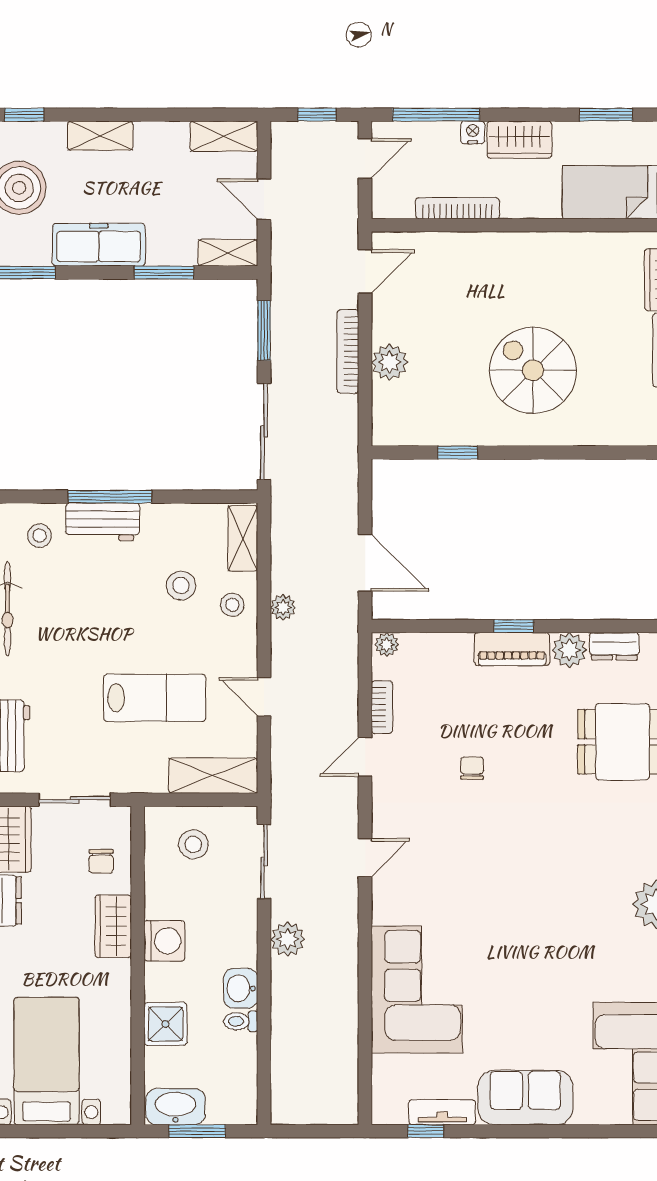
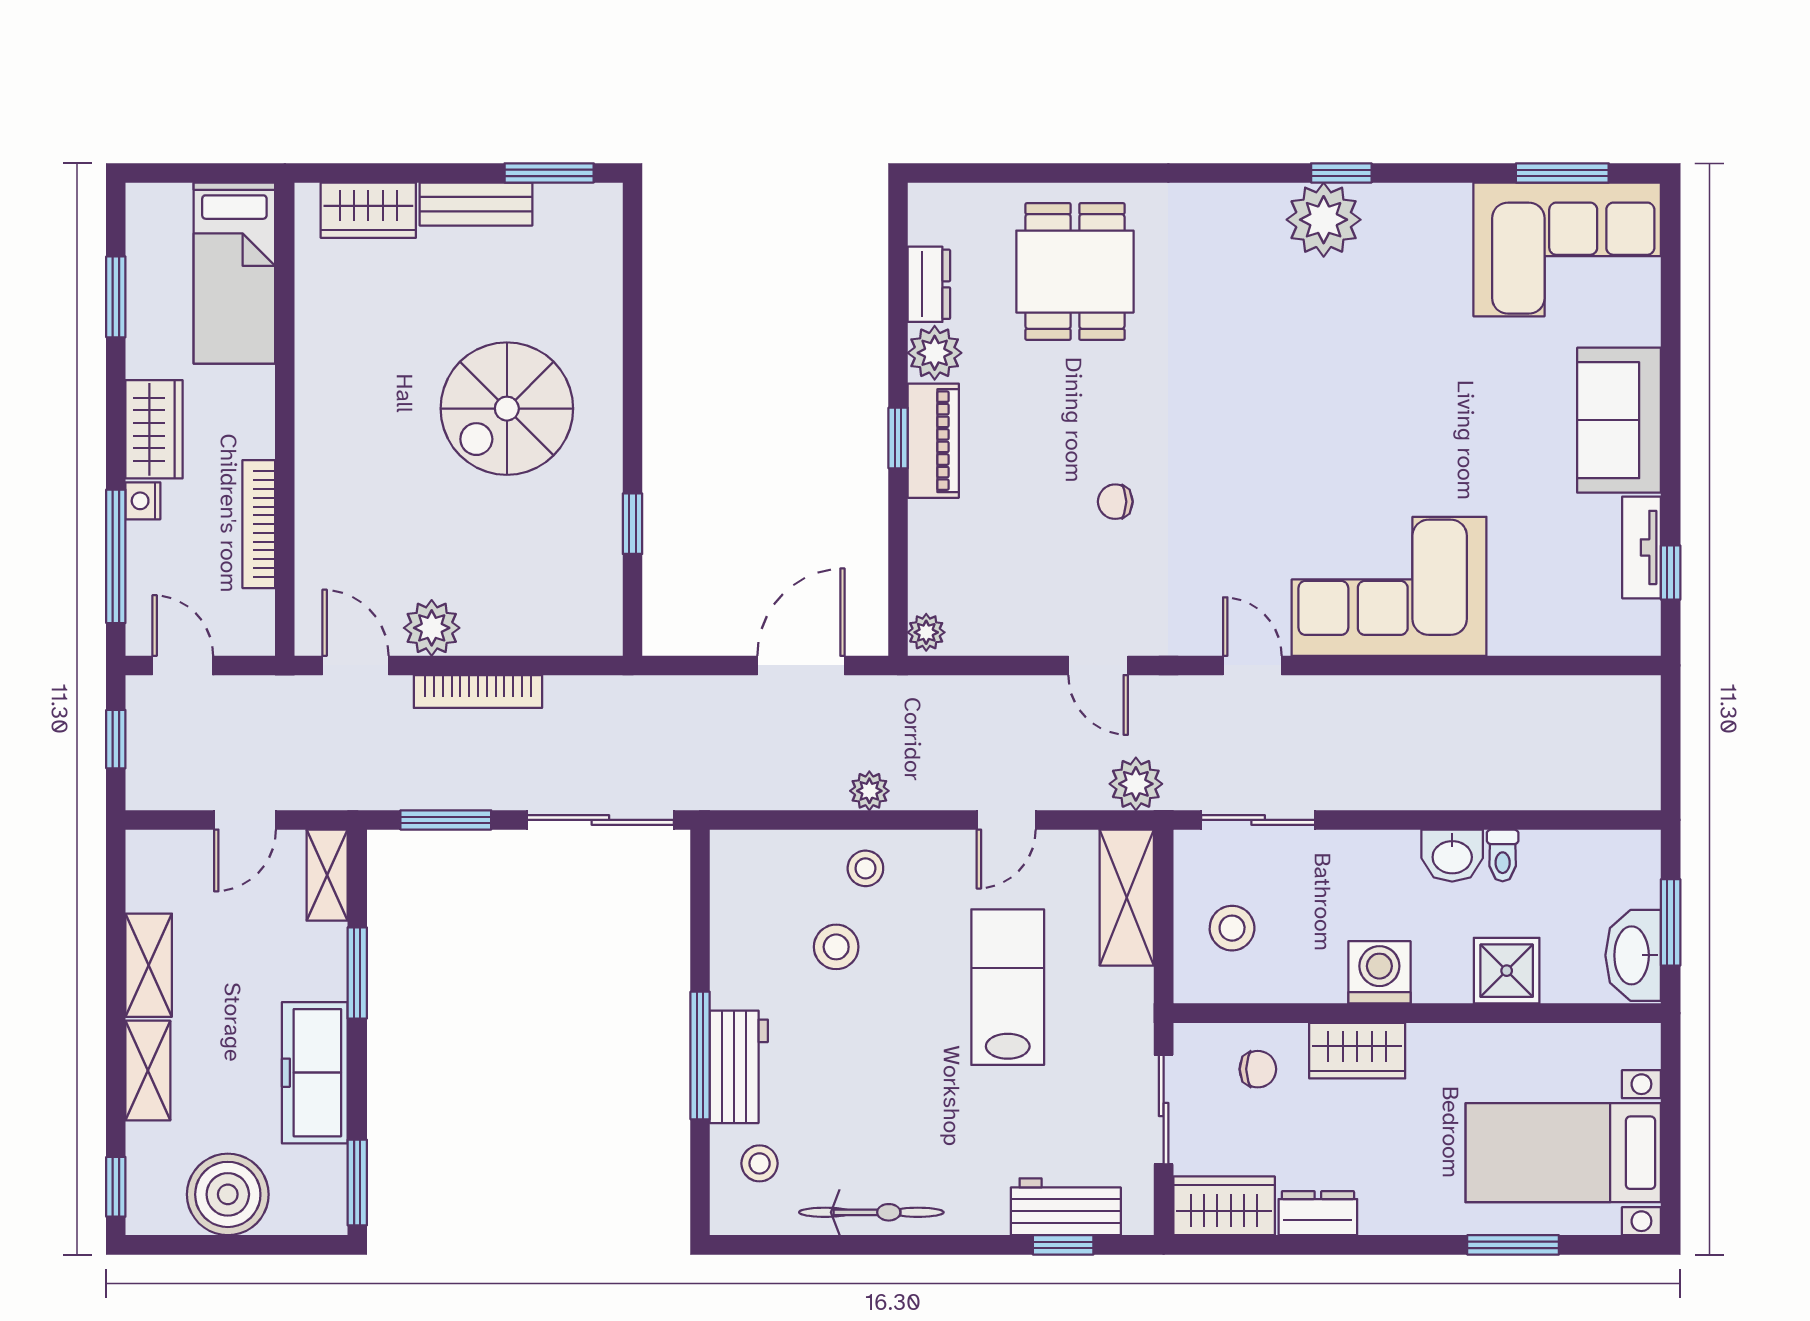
shelving: (224, 136) -> (149, 965), moved
plant: (390, 362) -> (432, 628), moved
shelving: (243, 538) -> (764, 852), removed
bookcase: (382, 707) -> (1022, 640), removed
plant: (288, 939) -> (1136, 784), moved
corner sofa: (417, 990) -> (1389, 586), moved

